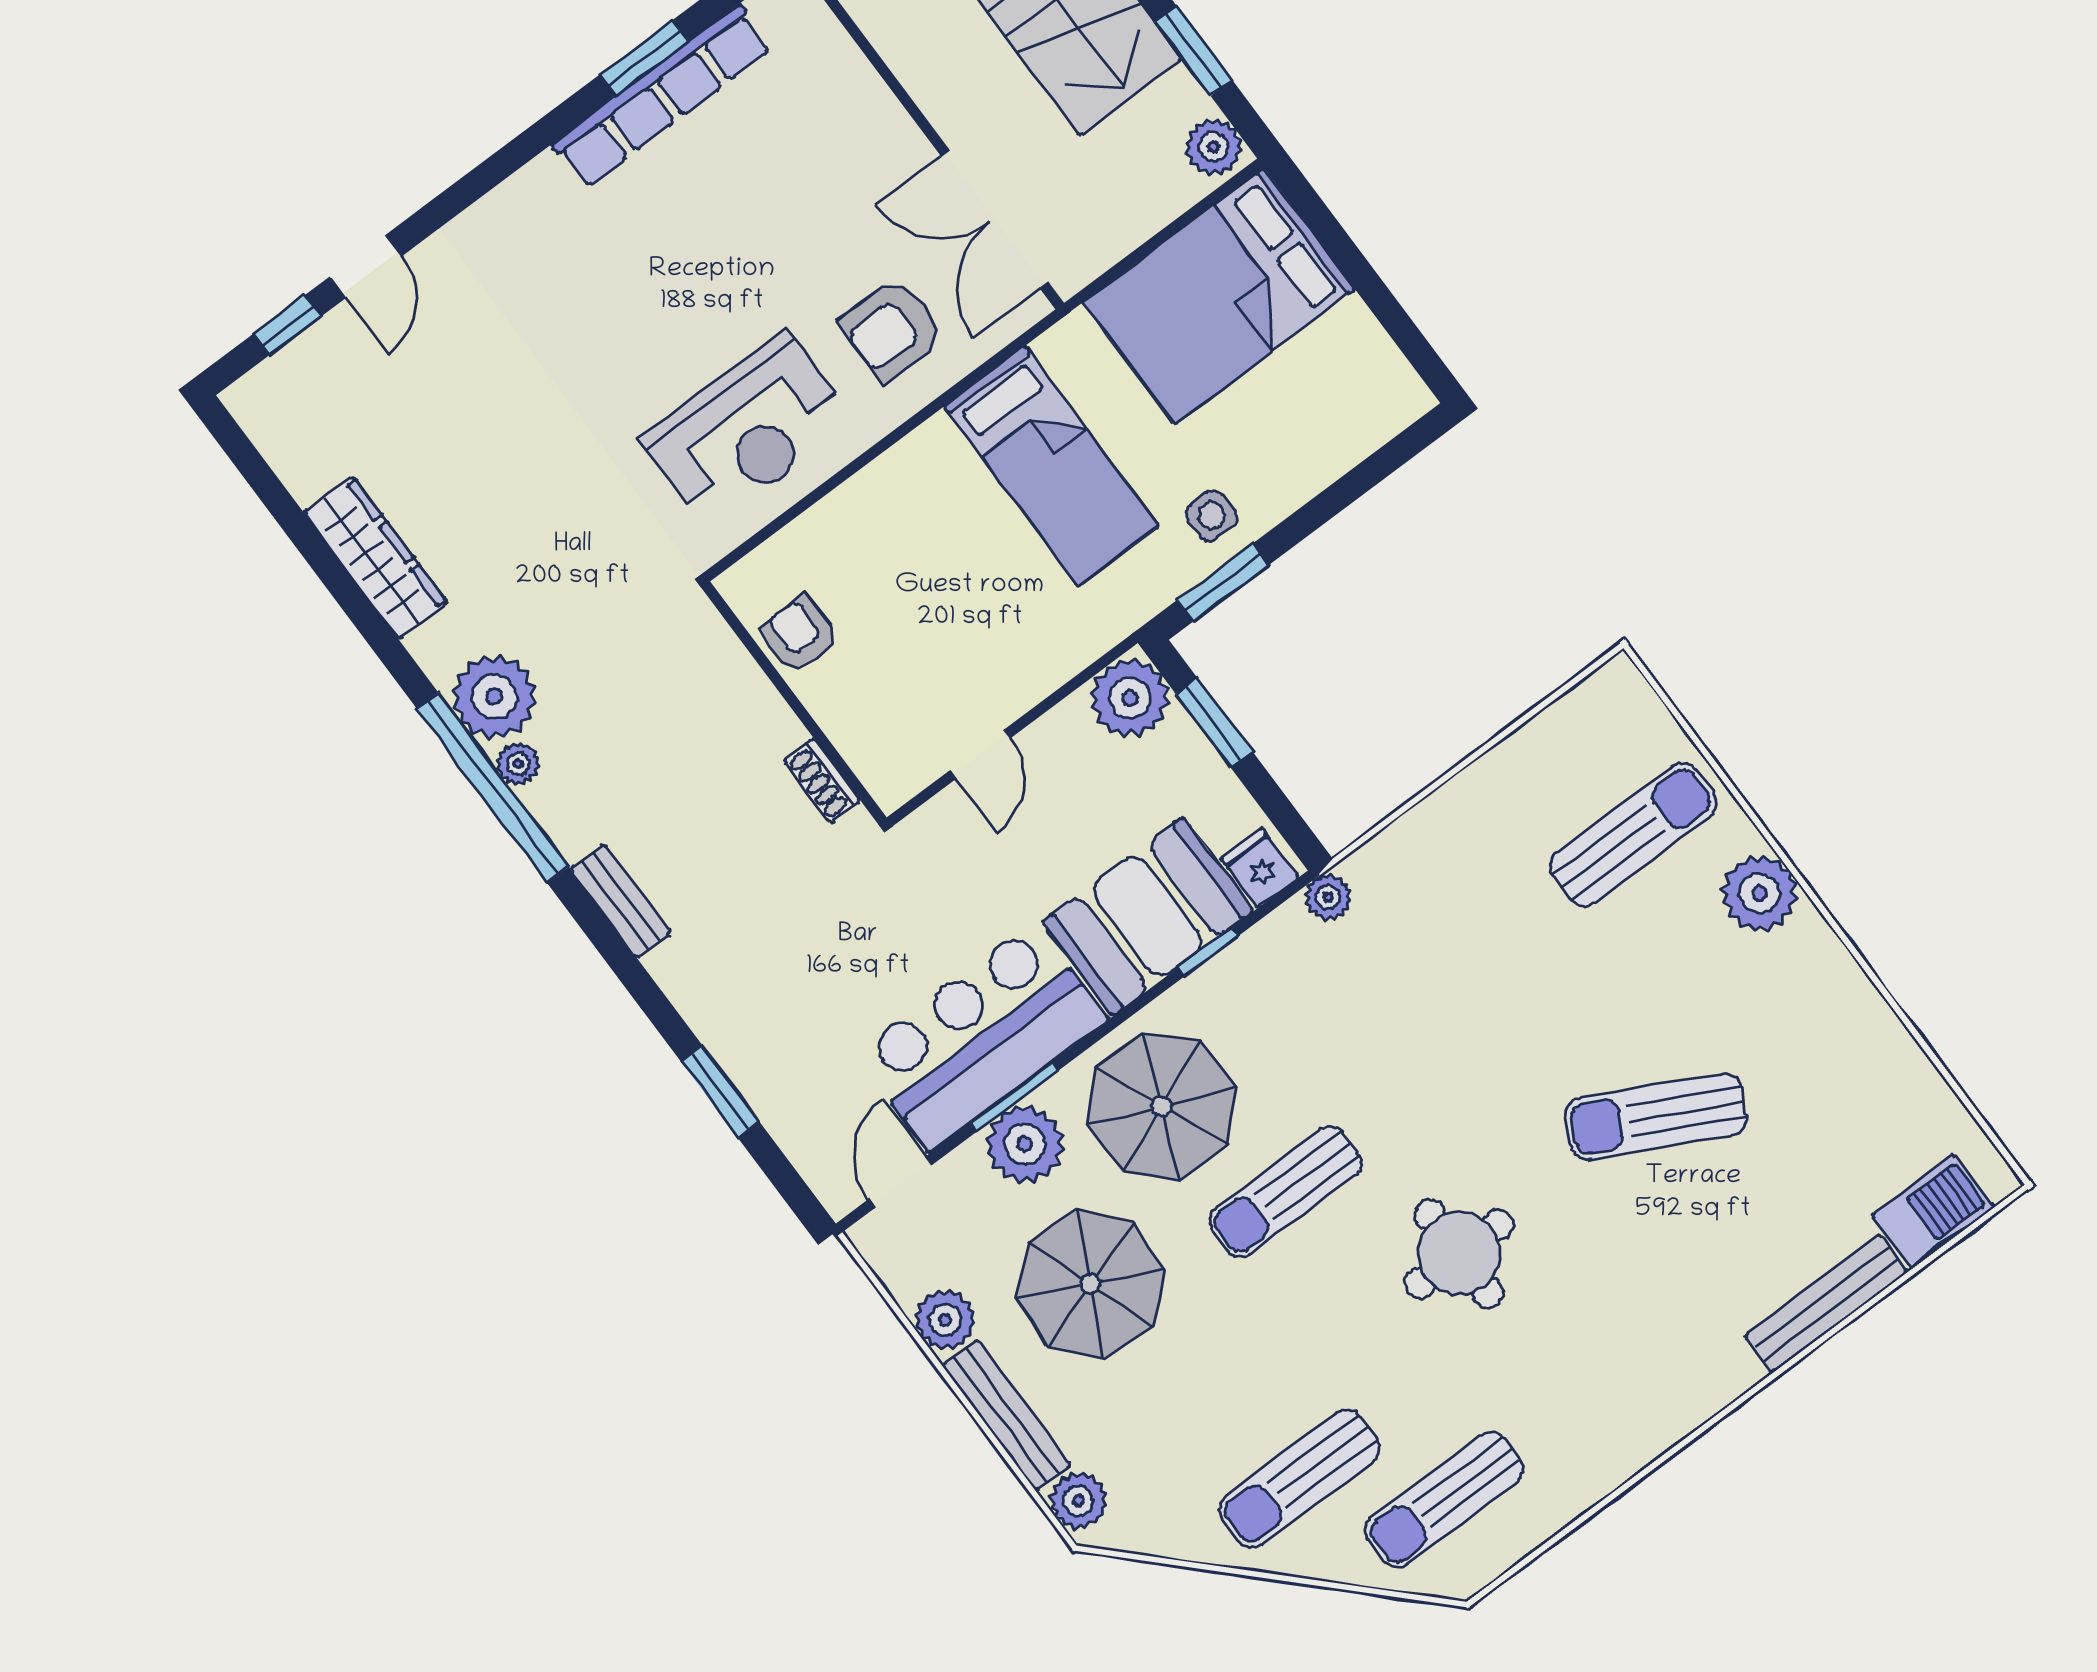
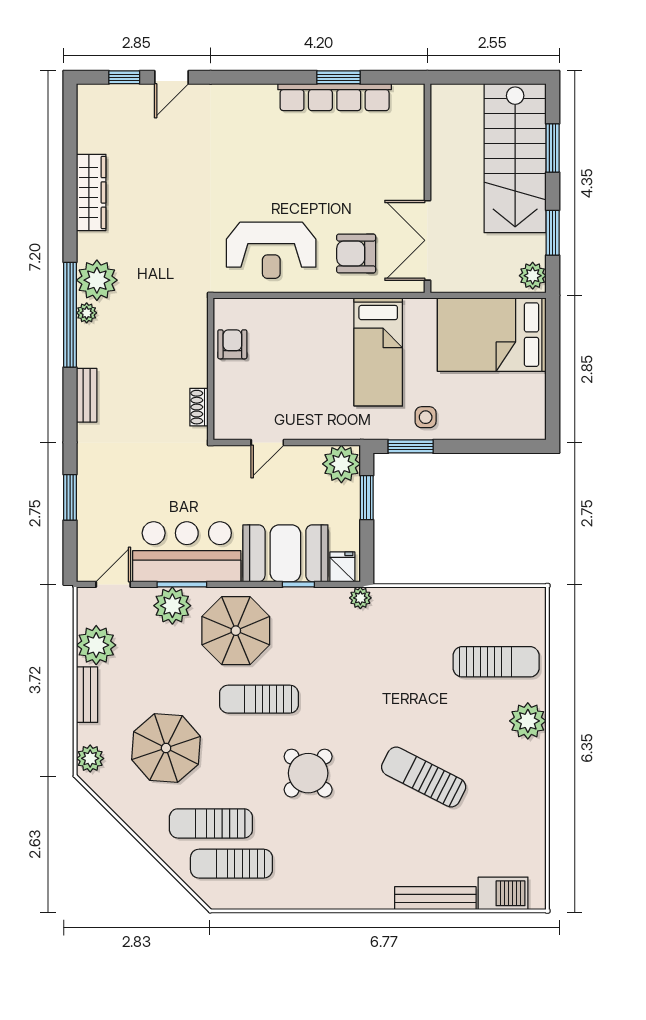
round table: (1459, 1254) -> (308, 773), turned 45
parasol: (1090, 1284) -> (166, 748), moved
plant: (945, 1320) -> (96, 645), width x1.36, depth x1.36
bench: (1006, 1415) -> (87, 695), width x0.73
sun lounger: (1299, 1479) -> (211, 823), moved

